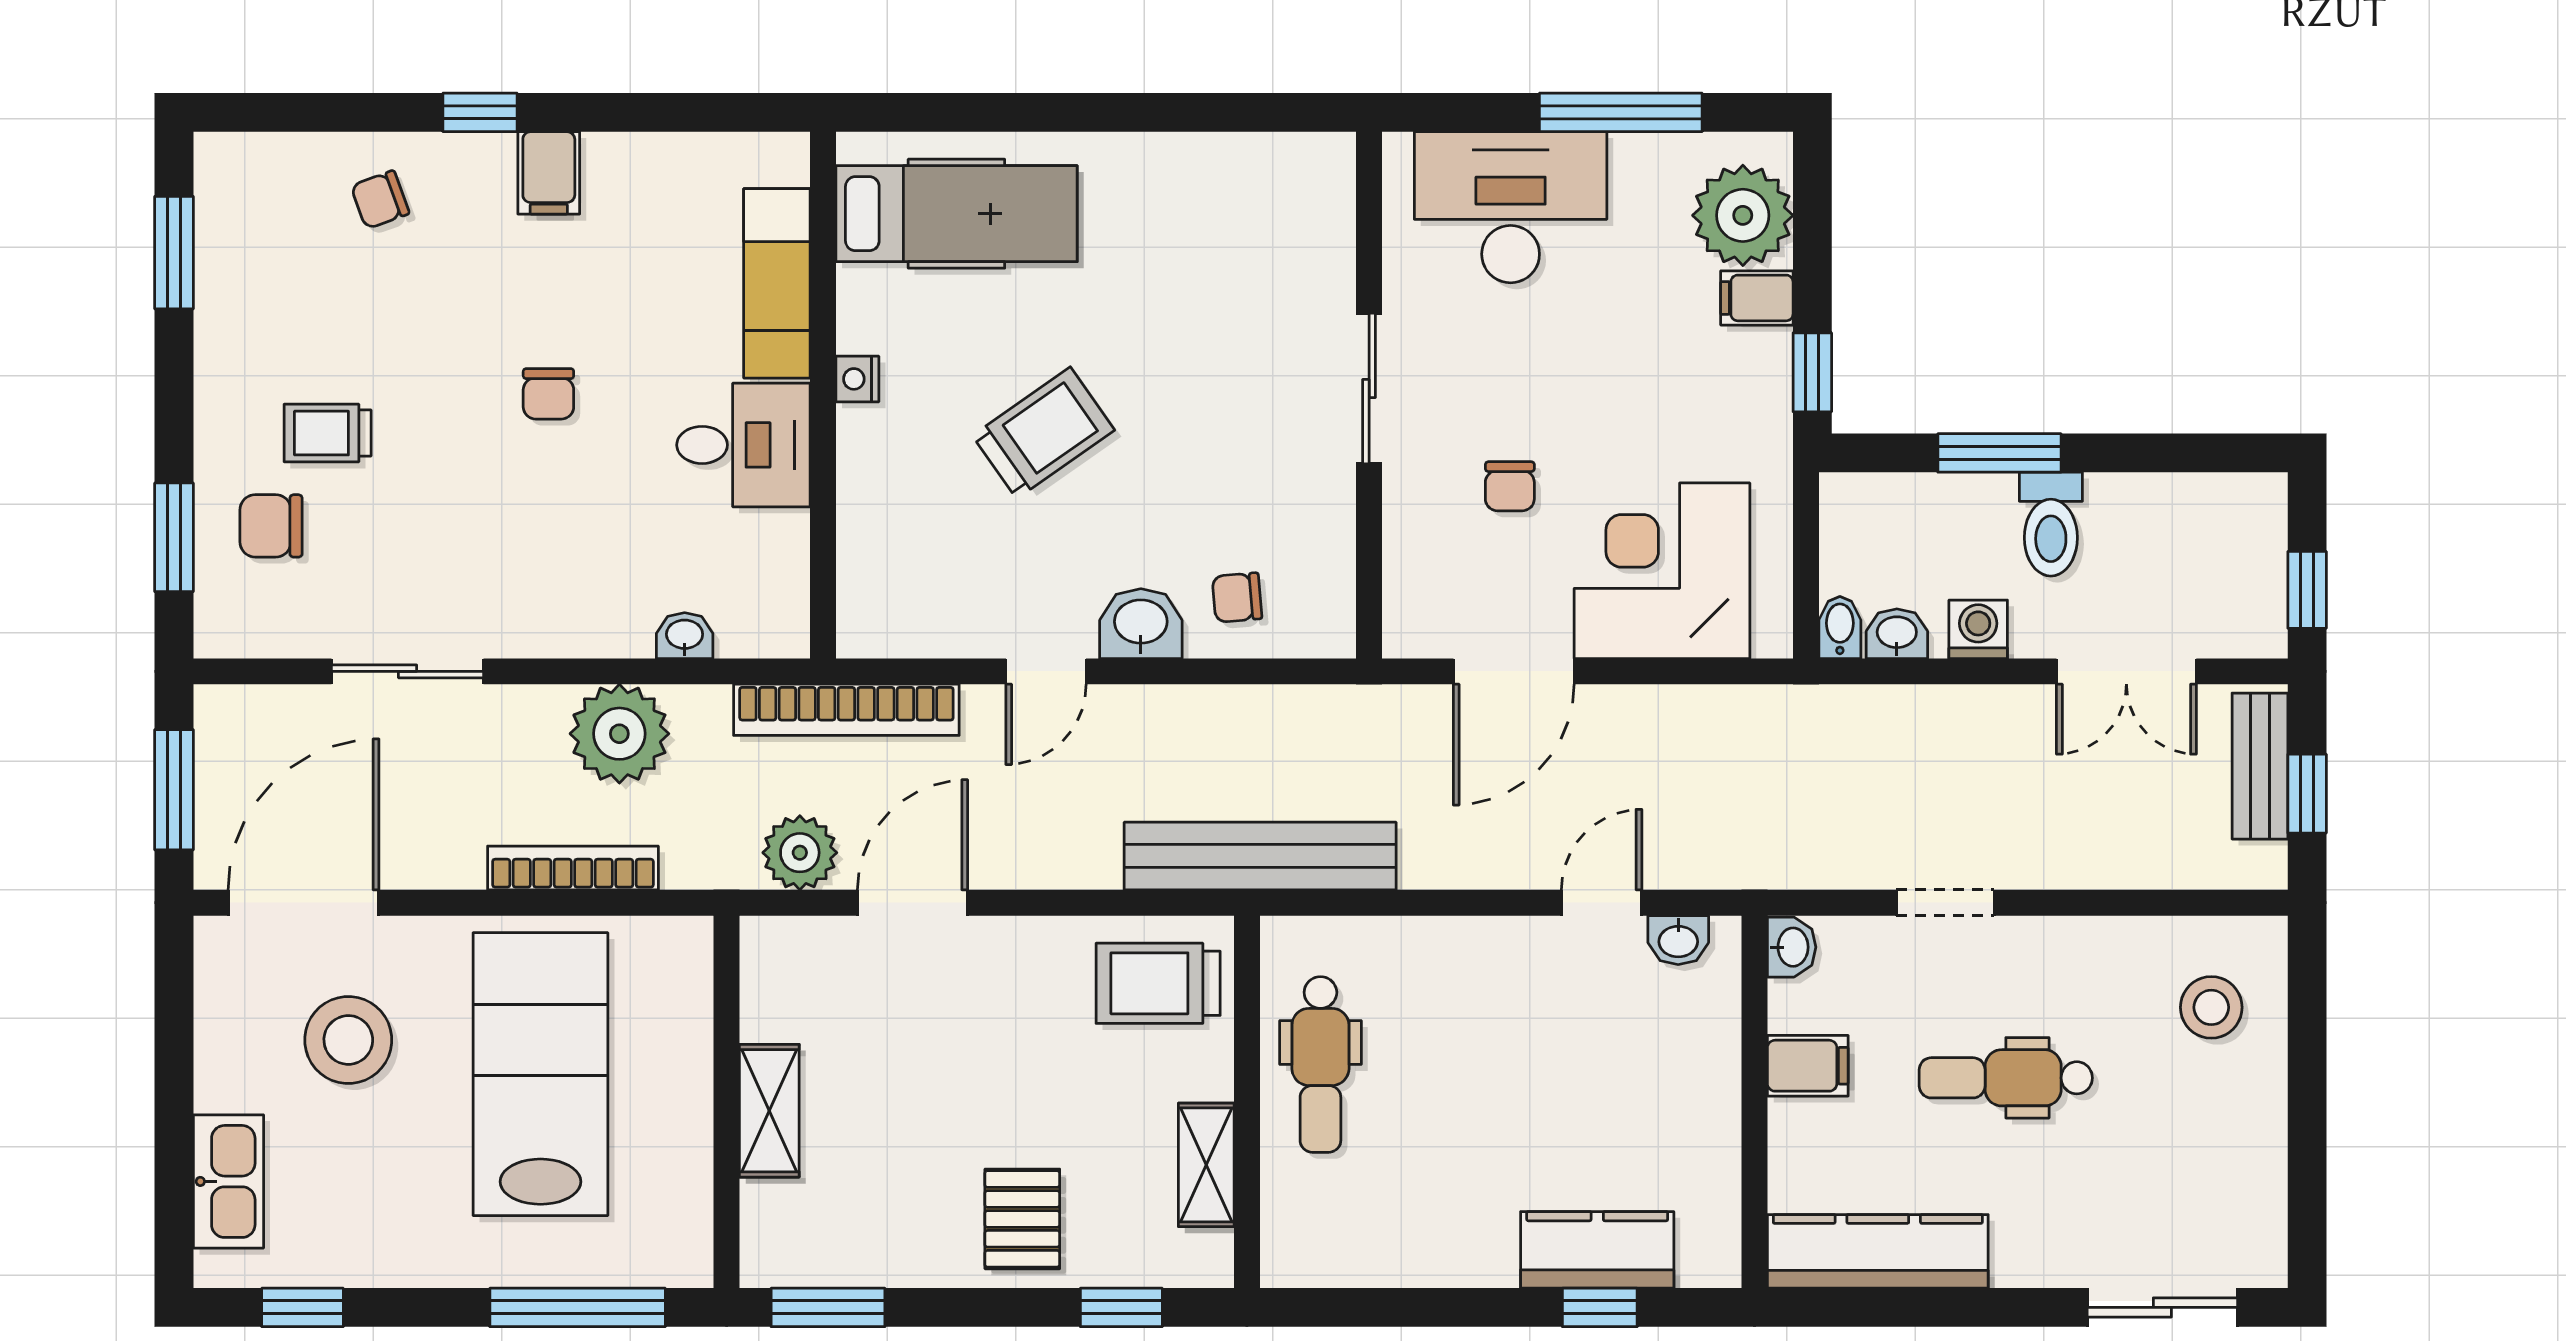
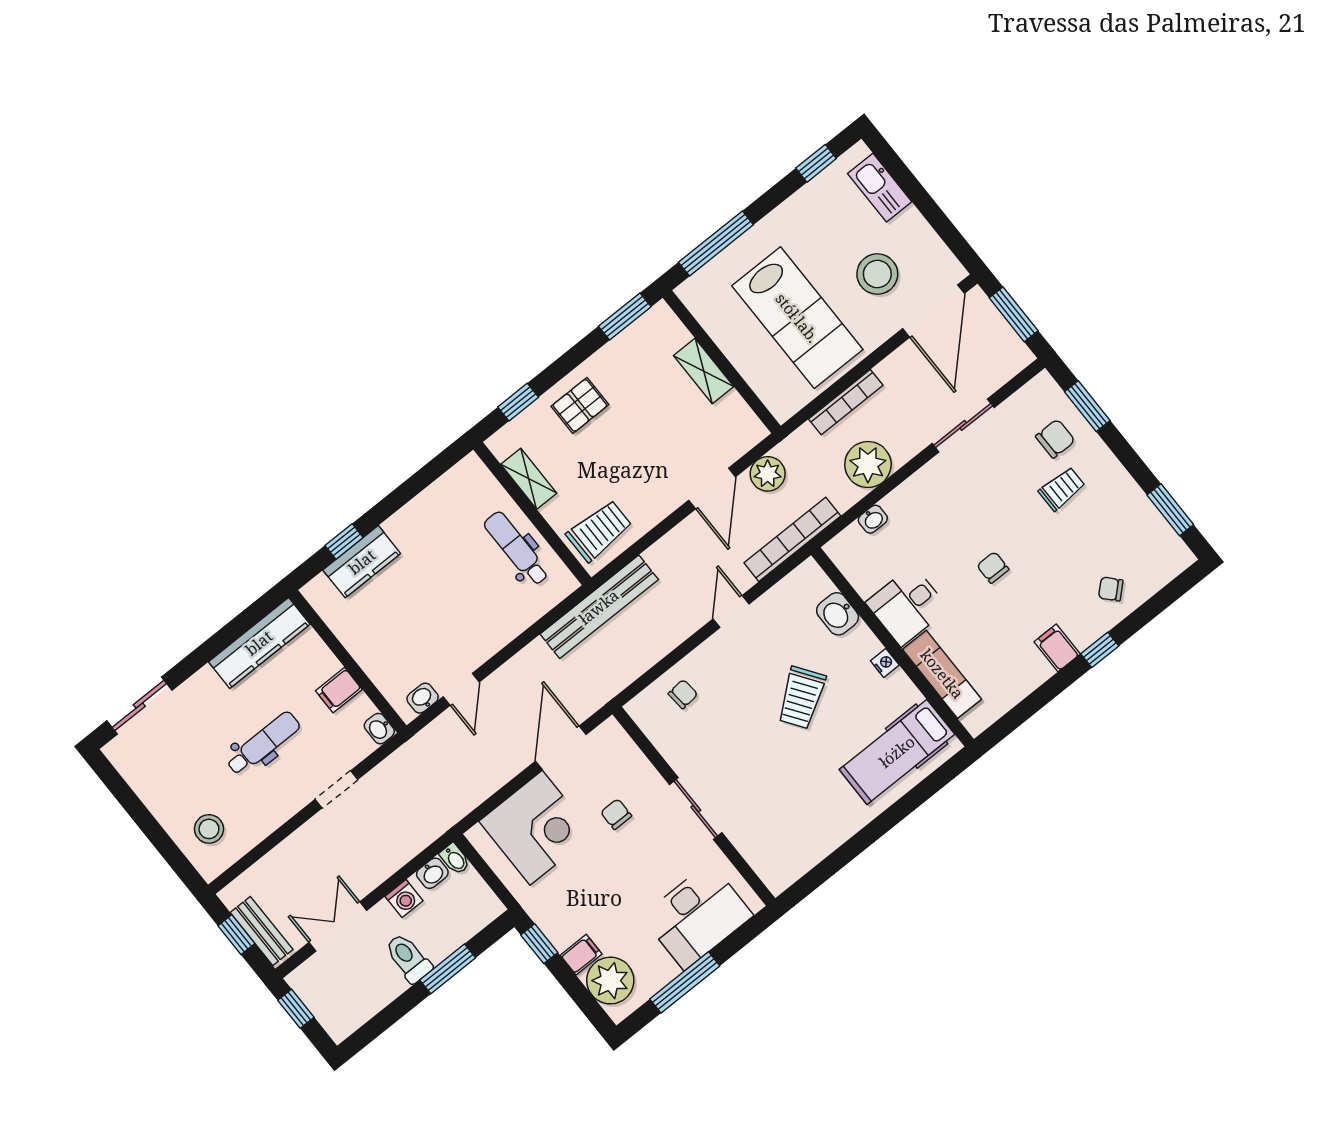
chair: (380, 200) -> (1111, 589), turned -113
washbasin: (1141, 624) -> (838, 614), moved, turned 90
pallet: (1022, 1219) -> (580, 405), turned 90

